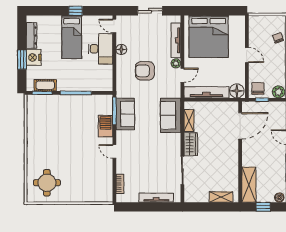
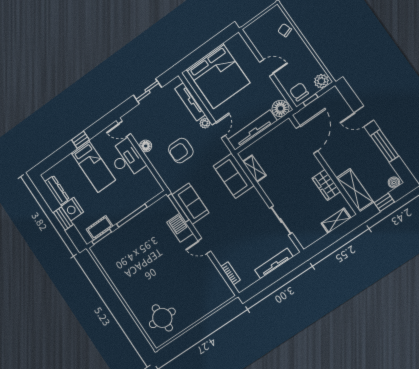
wardrobe: (191, 144) -> (326, 185), moved, turned 180

